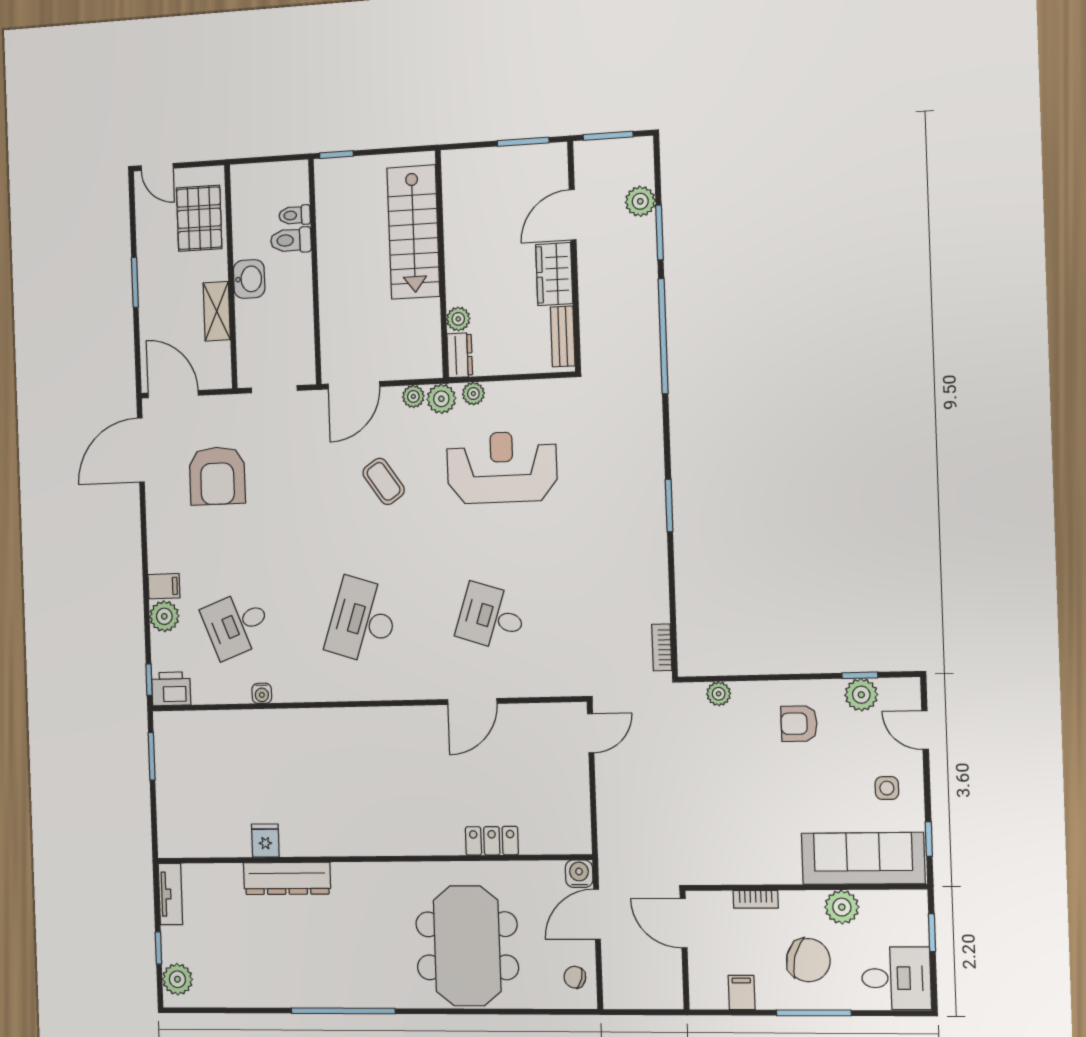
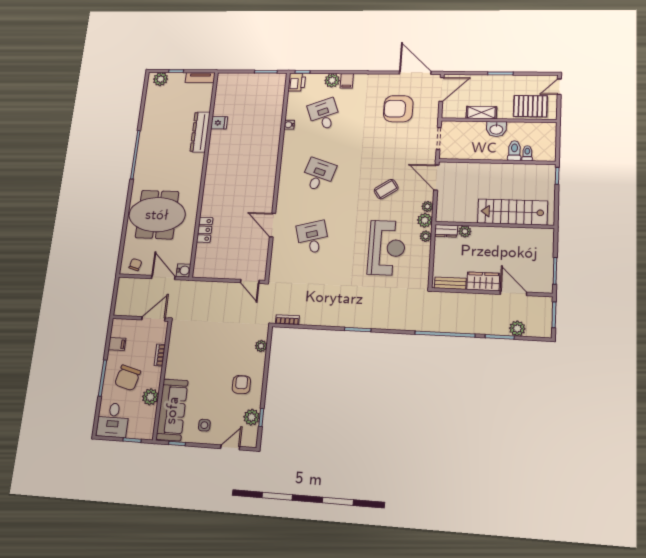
desk: (491, 617) -> (313, 237), turned -33
desk: (363, 621) -> (318, 175), width x0.73

